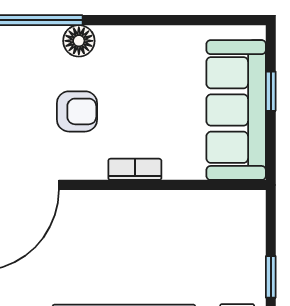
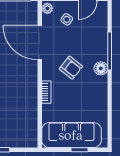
armchair: (77, 111) -> (71, 68), turned -52

